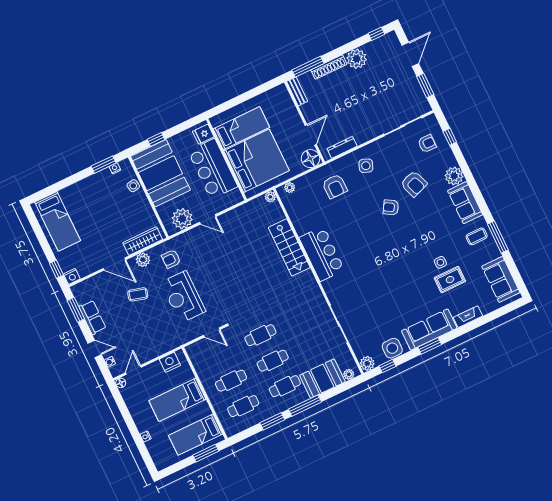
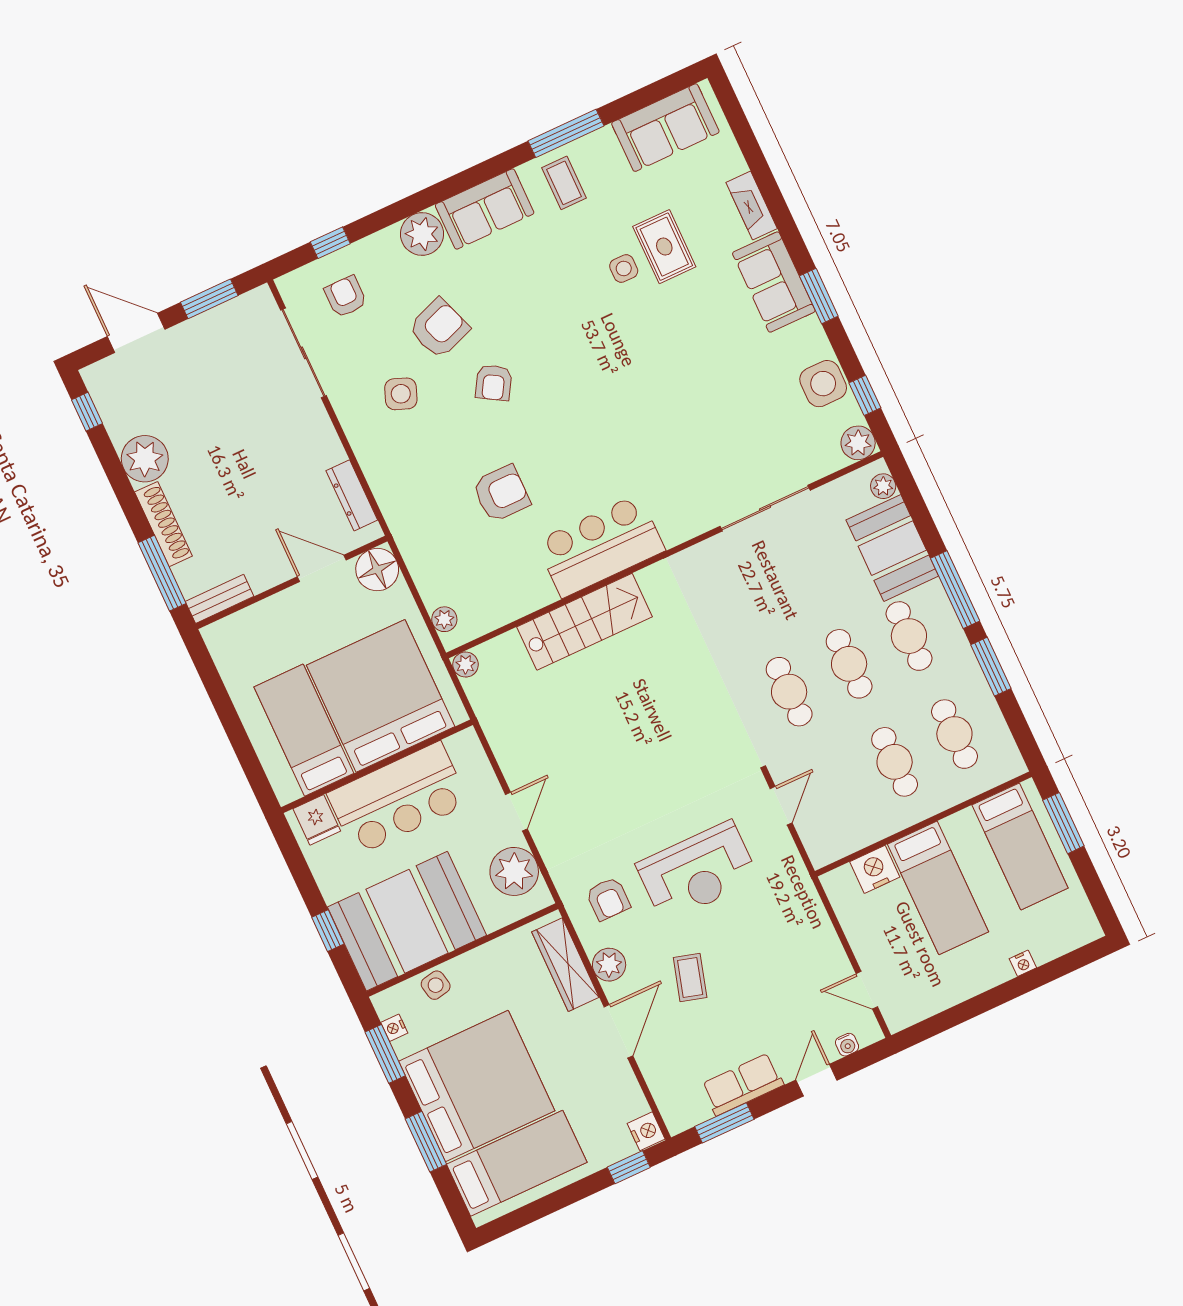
side table: (366, 166) -> (401, 394), moved
window: (66, 182) -> (426, 1142), added
armchair: (335, 186) -> (501, 493), moved
bed: (90, 204) -> (477, 1086), added
sofa: (429, 330) -> (774, 282), width x0.73
nightstand: (170, 362) -> (875, 869), moved, turned 90
floor lamp: (121, 383) -> (897, 1020), removed

